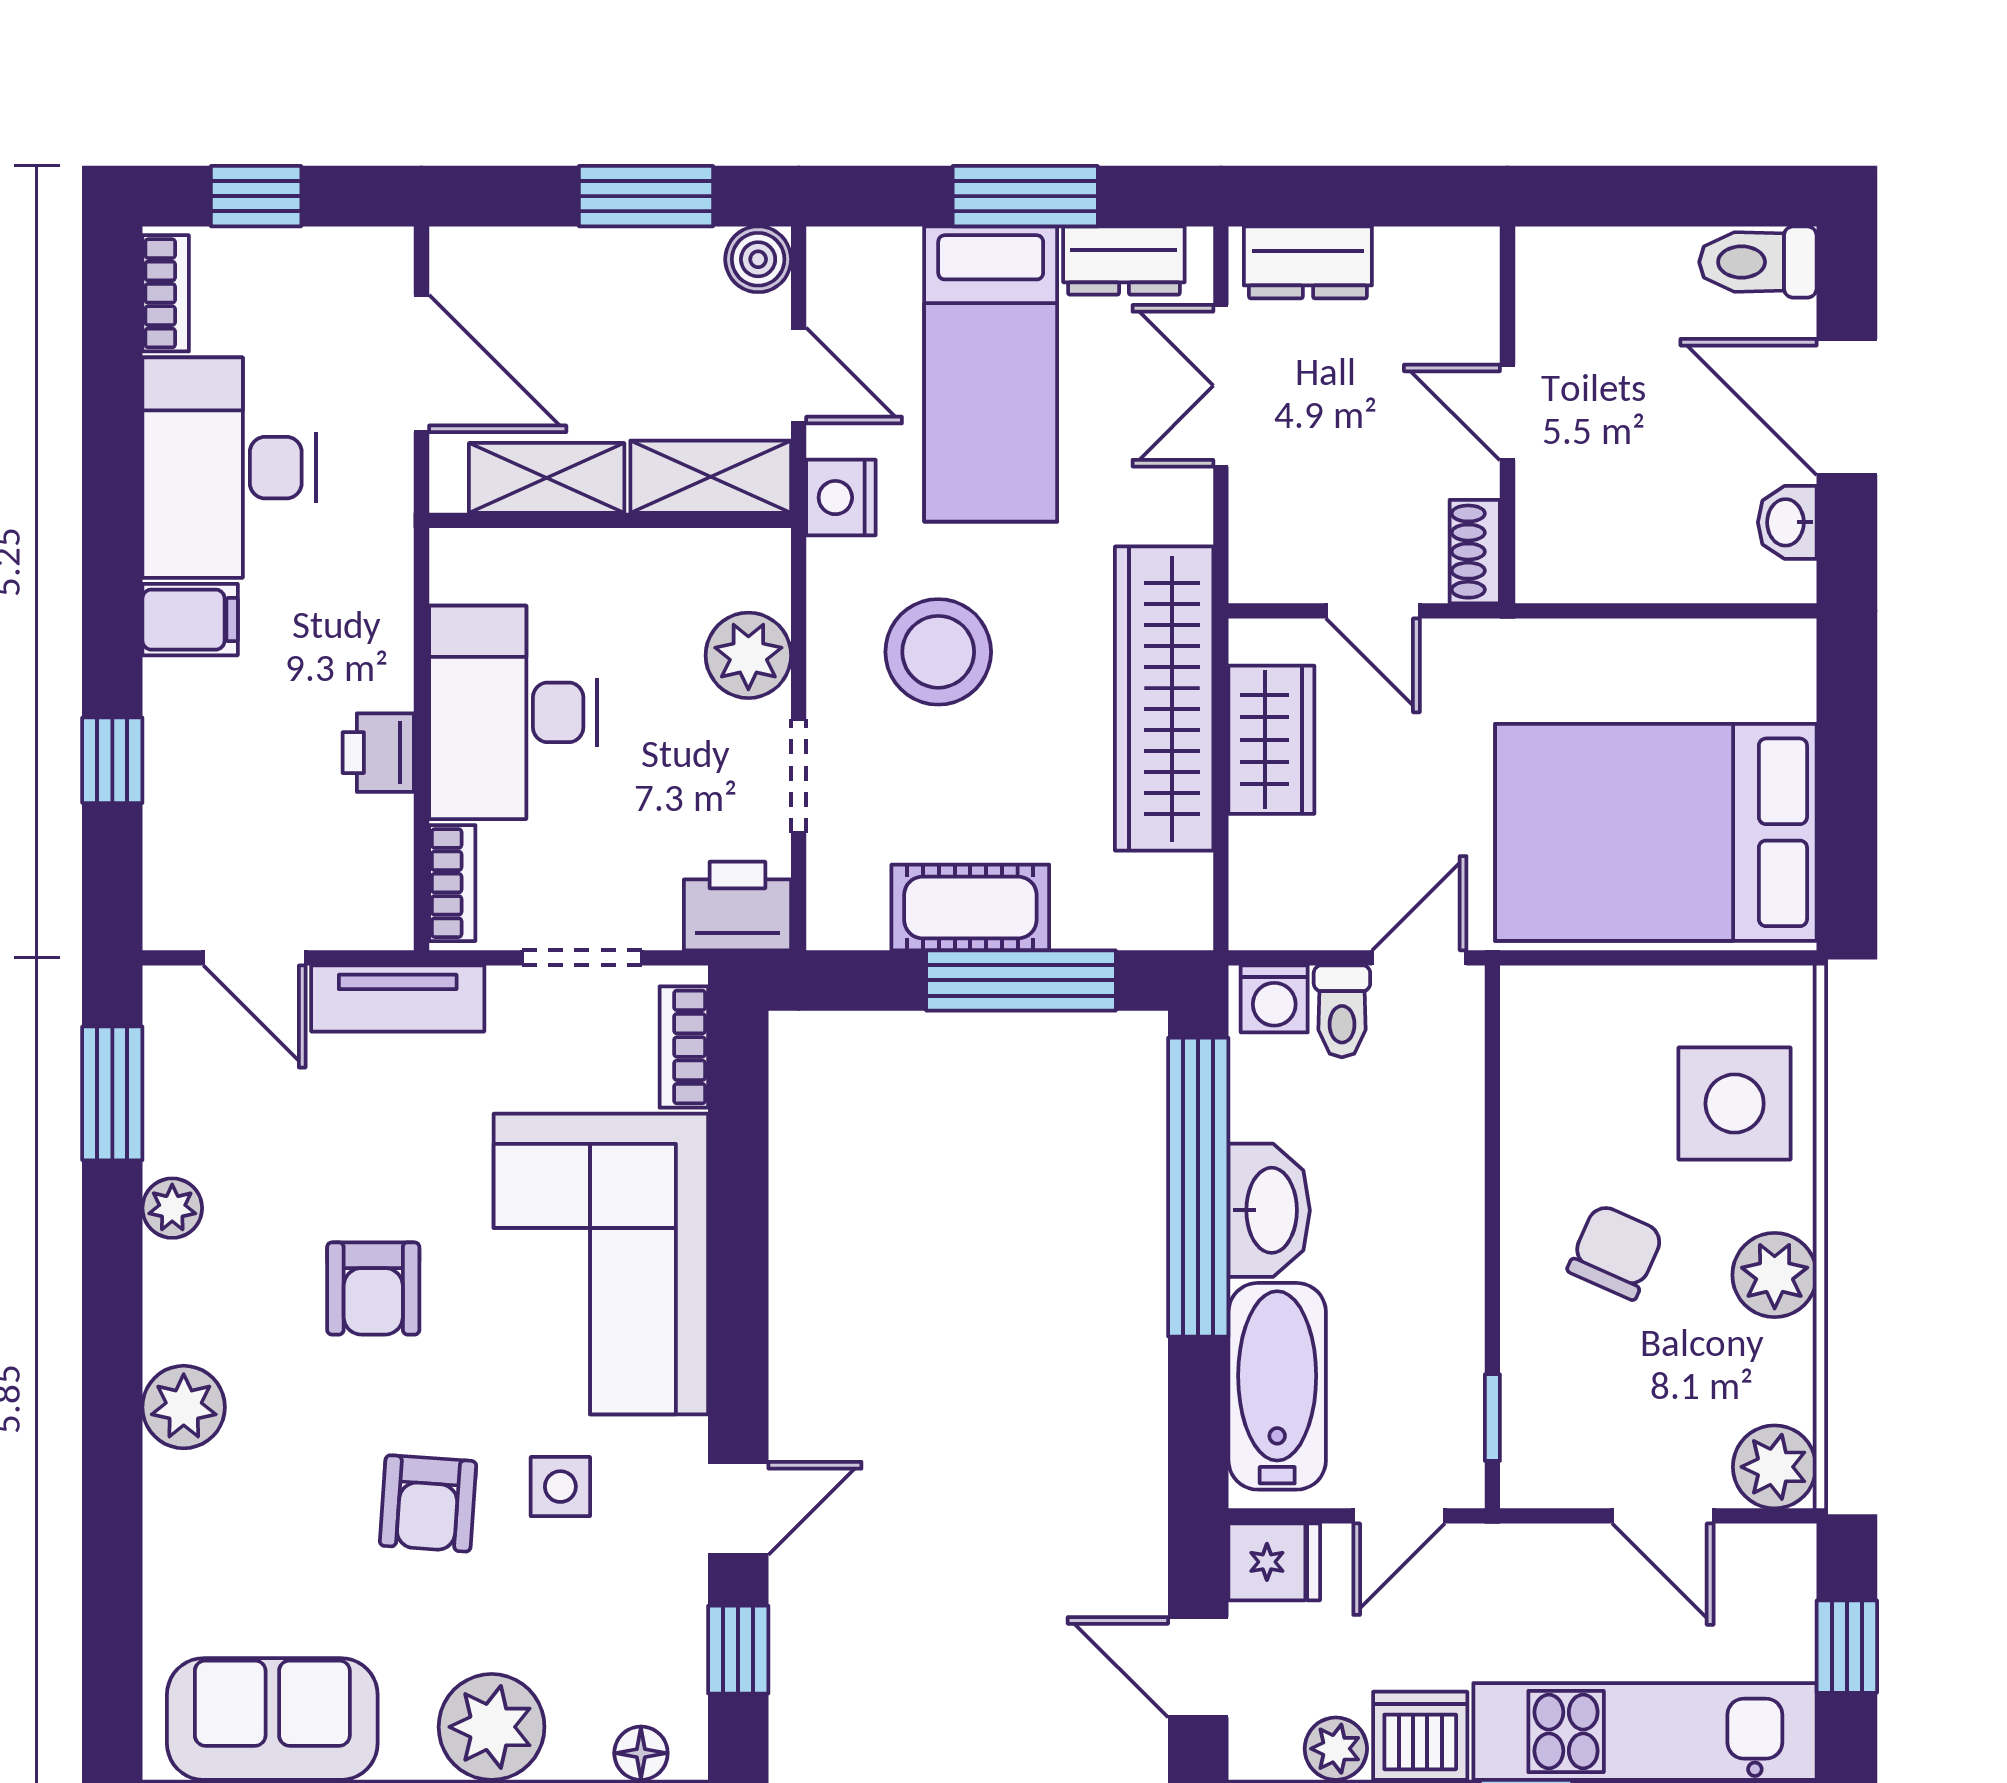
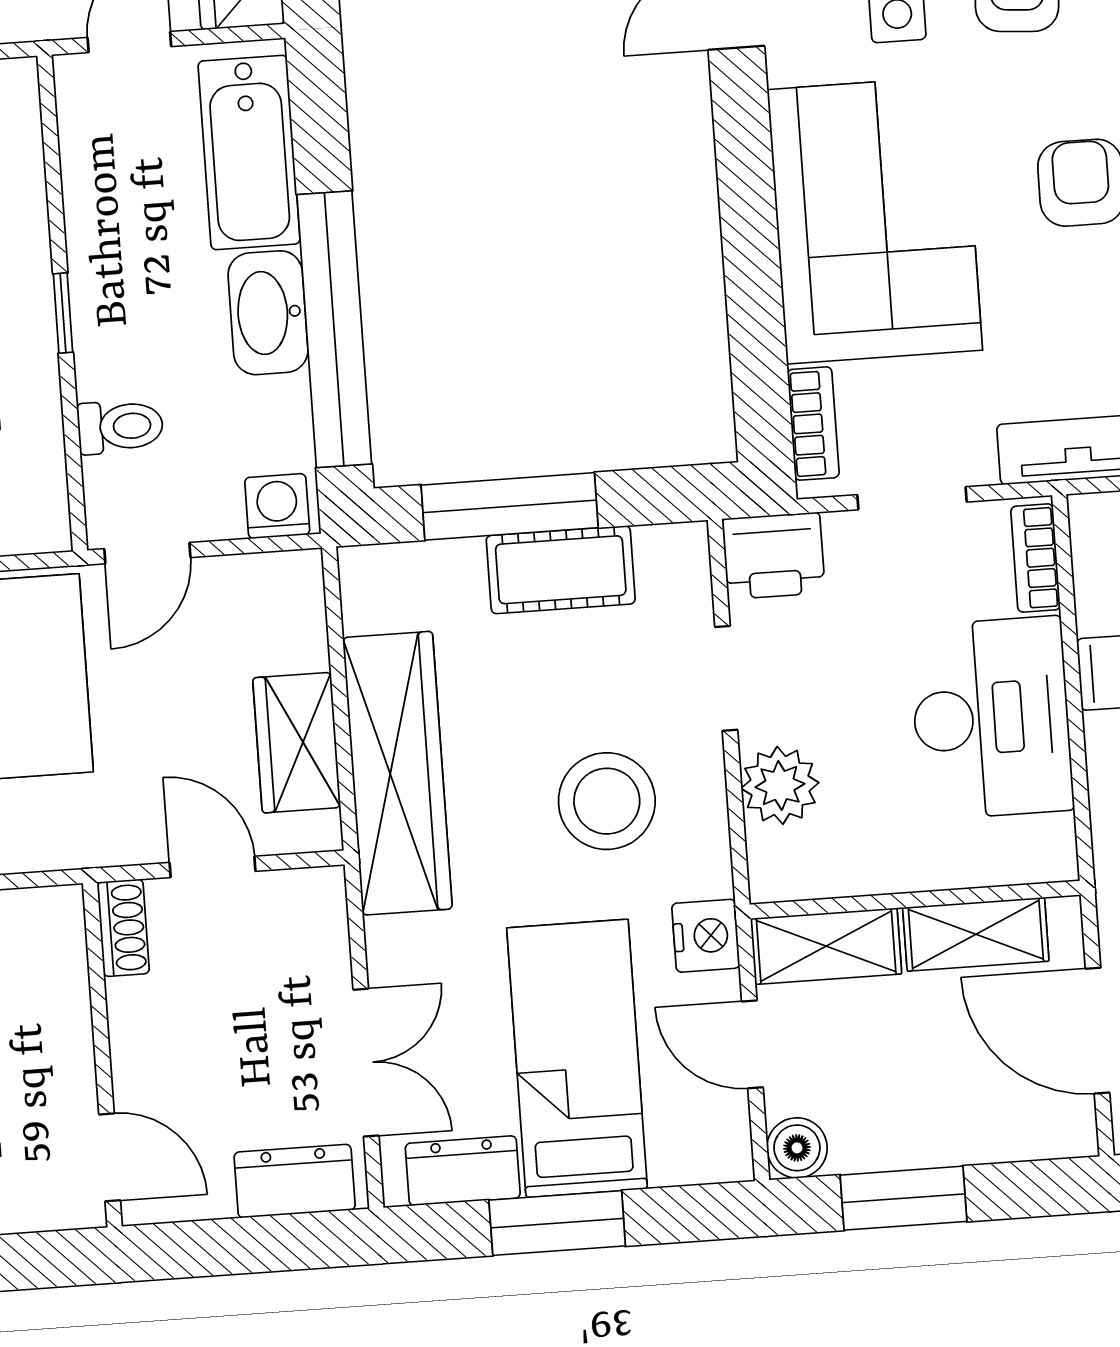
door: (1507, 412) -> (110, 1157), moved
toilet: (1342, 1011) -> (120, 427), moved, turned 90
window: (1492, 1418) -> (63, 313), moved

